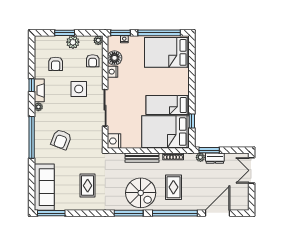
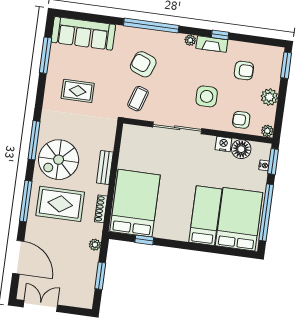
window: (65, 33) -> (286, 65), moved
armchair: (56, 64) -> (244, 71), turned 180
bed: (168, 105) -> (205, 216), moved
coffee table: (87, 140) -> (138, 99), added
nightstand: (114, 141) -> (132, 134), removed
window: (209, 150) -> (100, 276), moved
bench: (142, 158) -> (105, 168), width x0.73
dresser: (215, 158) -> (91, 264), removed
double door: (252, 170) -> (40, 306), moved
rug: (173, 187) -> (60, 204), width x1.36, depth x1.43
window: (51, 213) -> (45, 55), moved
window: (175, 213) -> (26, 201), width x0.68

